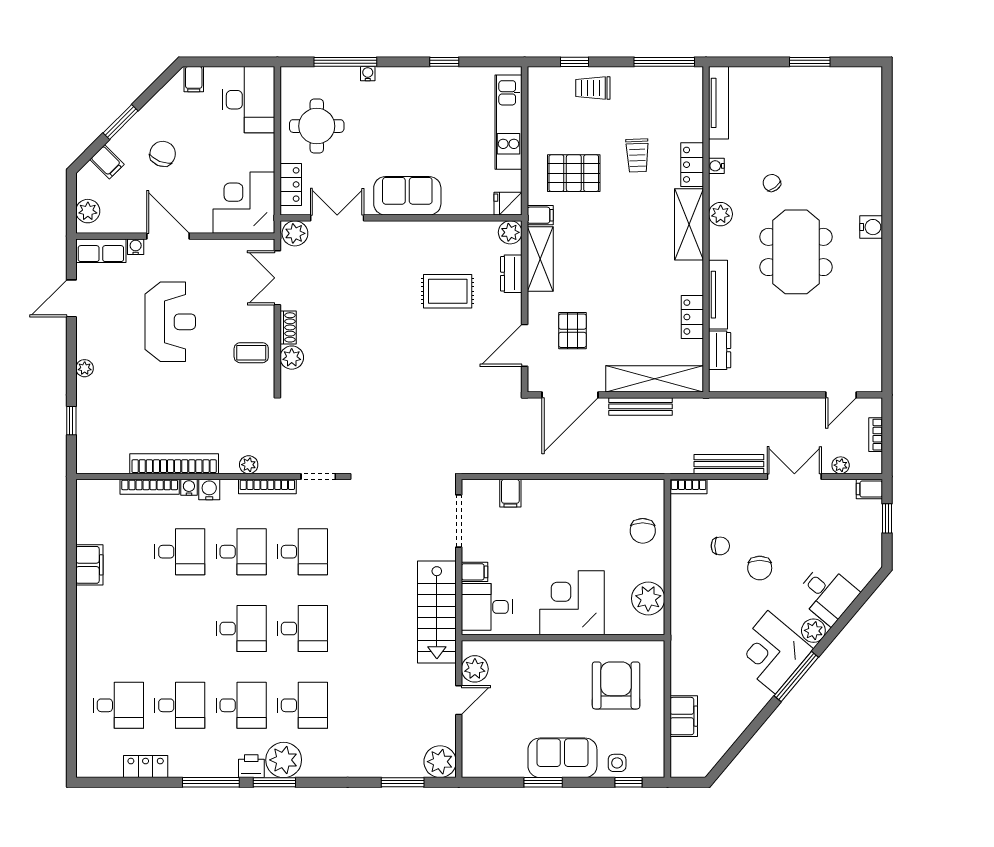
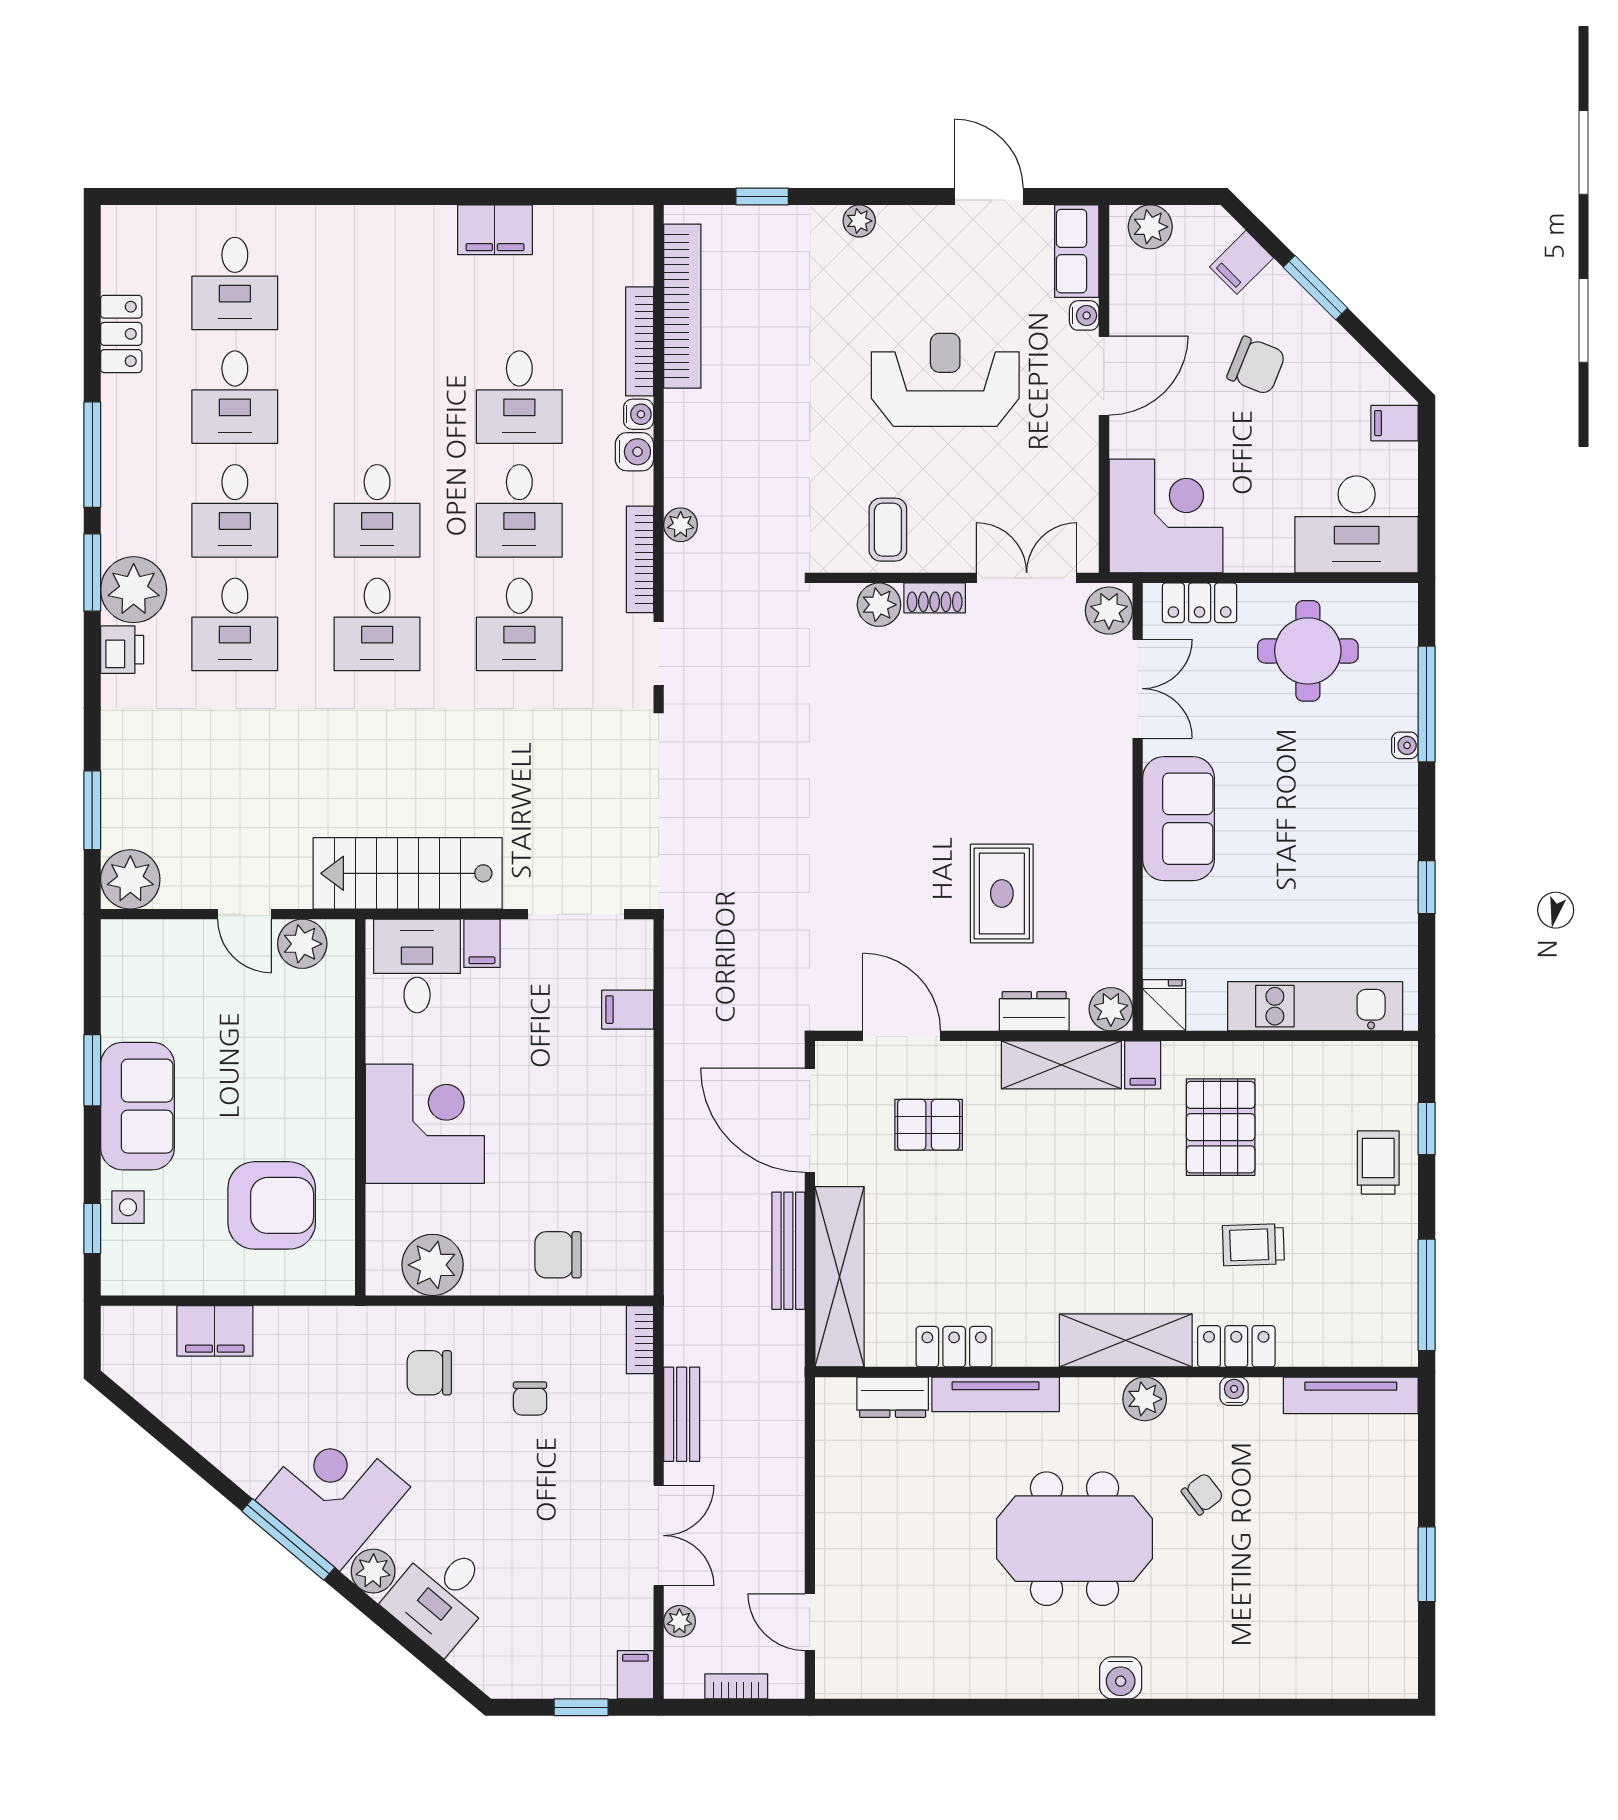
reception desk: (170, 322) -> (945, 380), turned 180
bookcase: (174, 464) -> (682, 306), moved
bench: (729, 464) -> (682, 1414), width x0.73
chair: (760, 568) -> (429, 1373), moved
printer: (251, 766) -> (122, 650), moved

